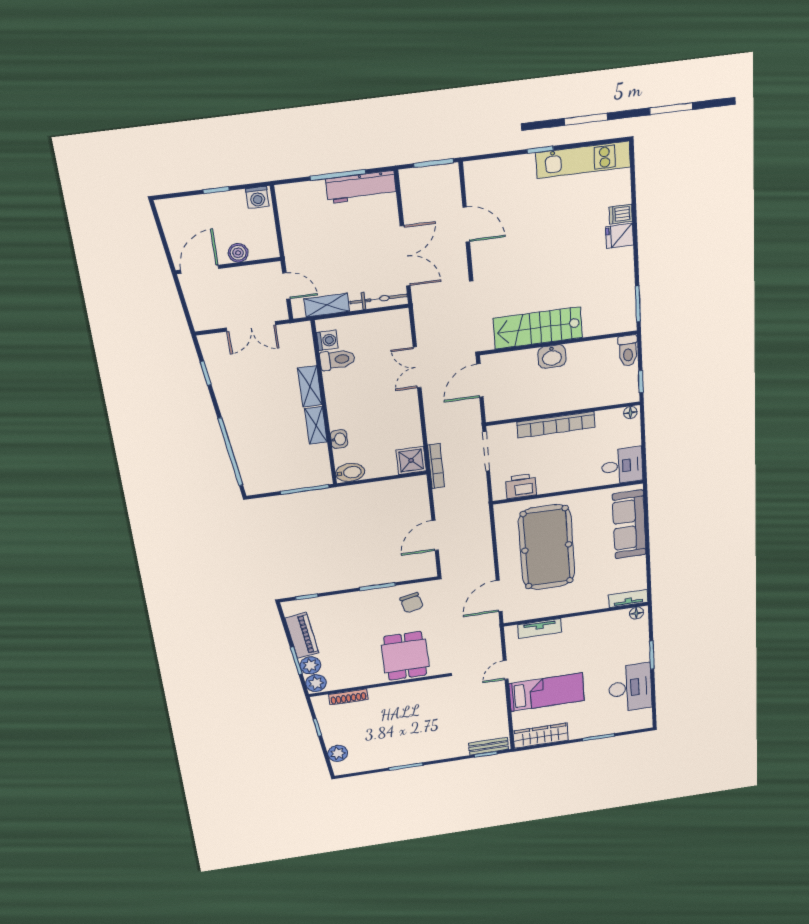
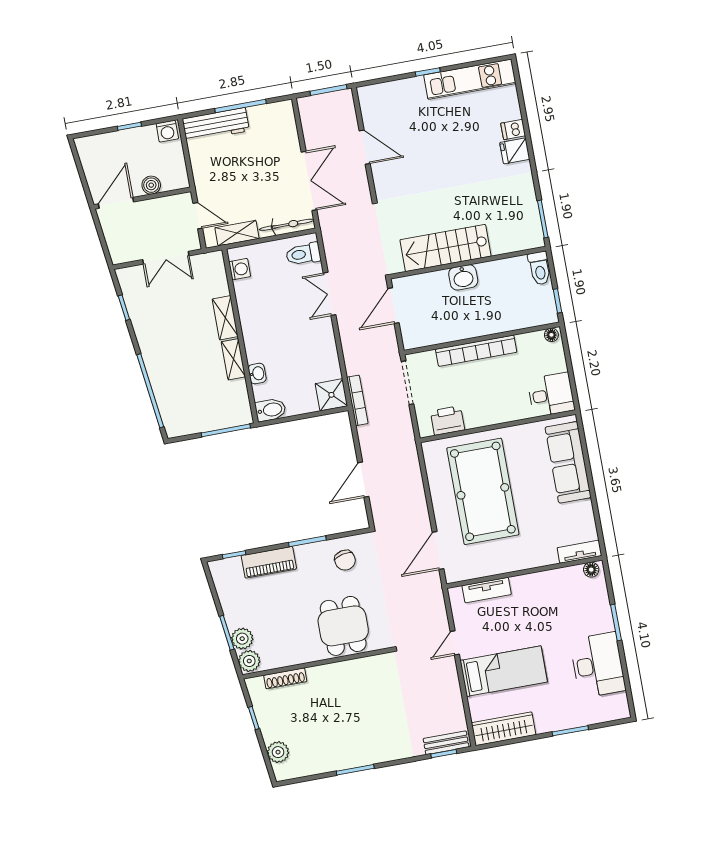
workbench: (361, 187) -> (216, 125), moved
toilet: (337, 360) -> (303, 254), moved, turned 180
piano: (302, 635) -> (269, 562), moved, turned 97

